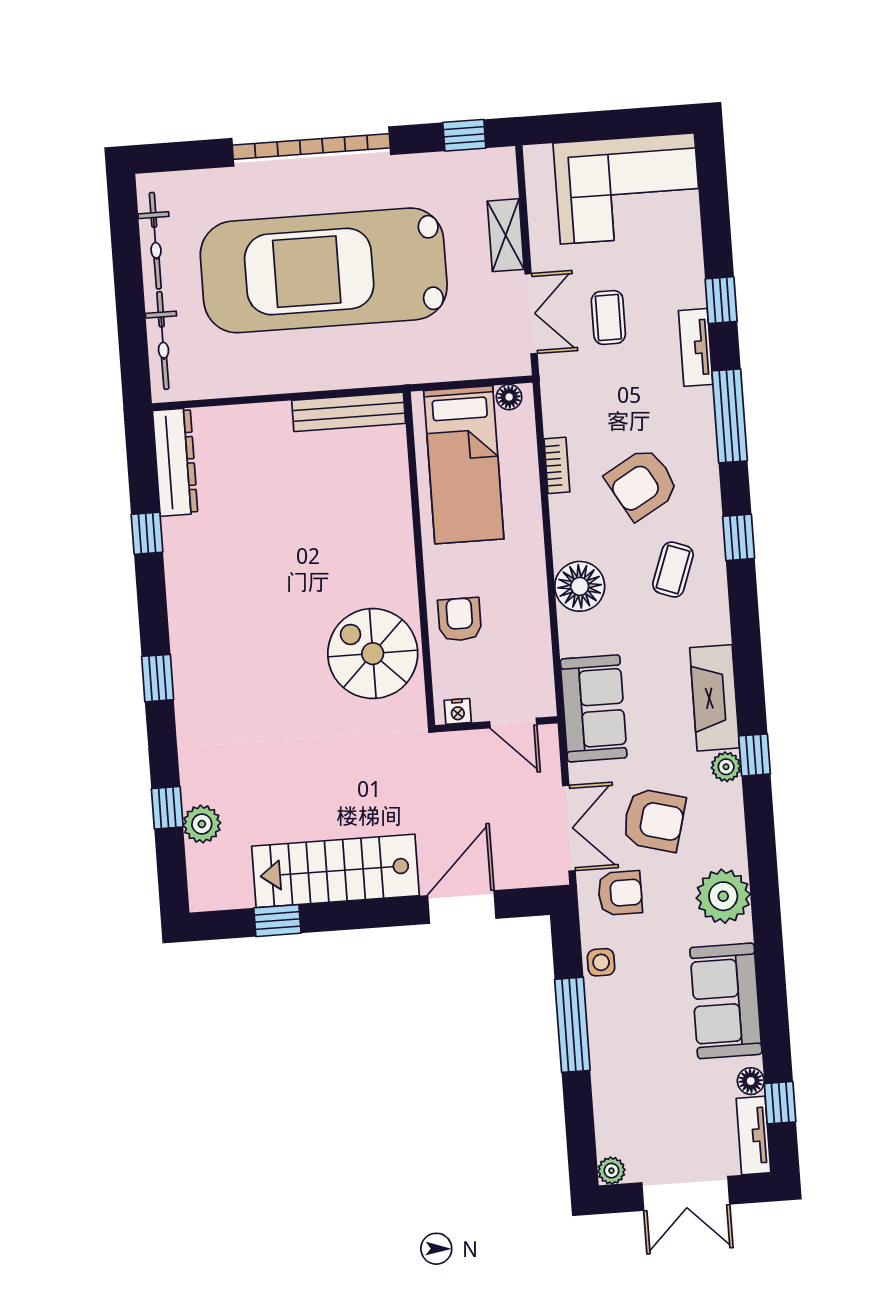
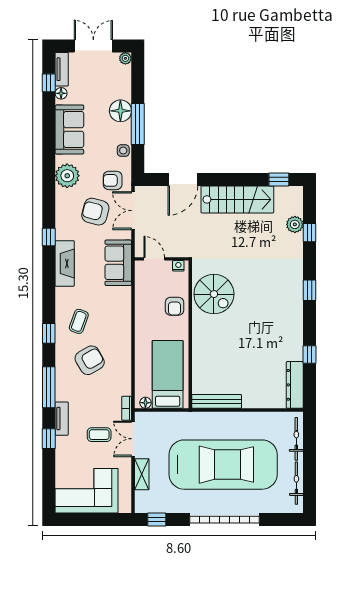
coffee table: (608, 317) -> (99, 435), turned 90
bookcase: (557, 465) -> (127, 408), moved
floor lamp: (580, 586) -> (120, 111), moved
plant: (726, 767) -> (62, 233), removed
window: (277, 921) -> (279, 179), moved

